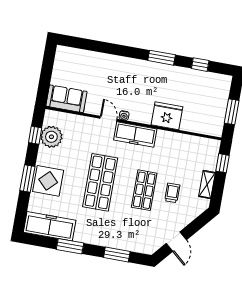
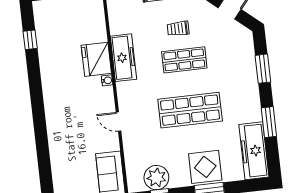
window: (162, 58) -> (35, 84), removed
water cooler: (124, 116) -> (107, 80), moved
door: (108, 119) -> (118, 122), hinge flipped
freezer: (135, 135) -> (123, 58), moved

